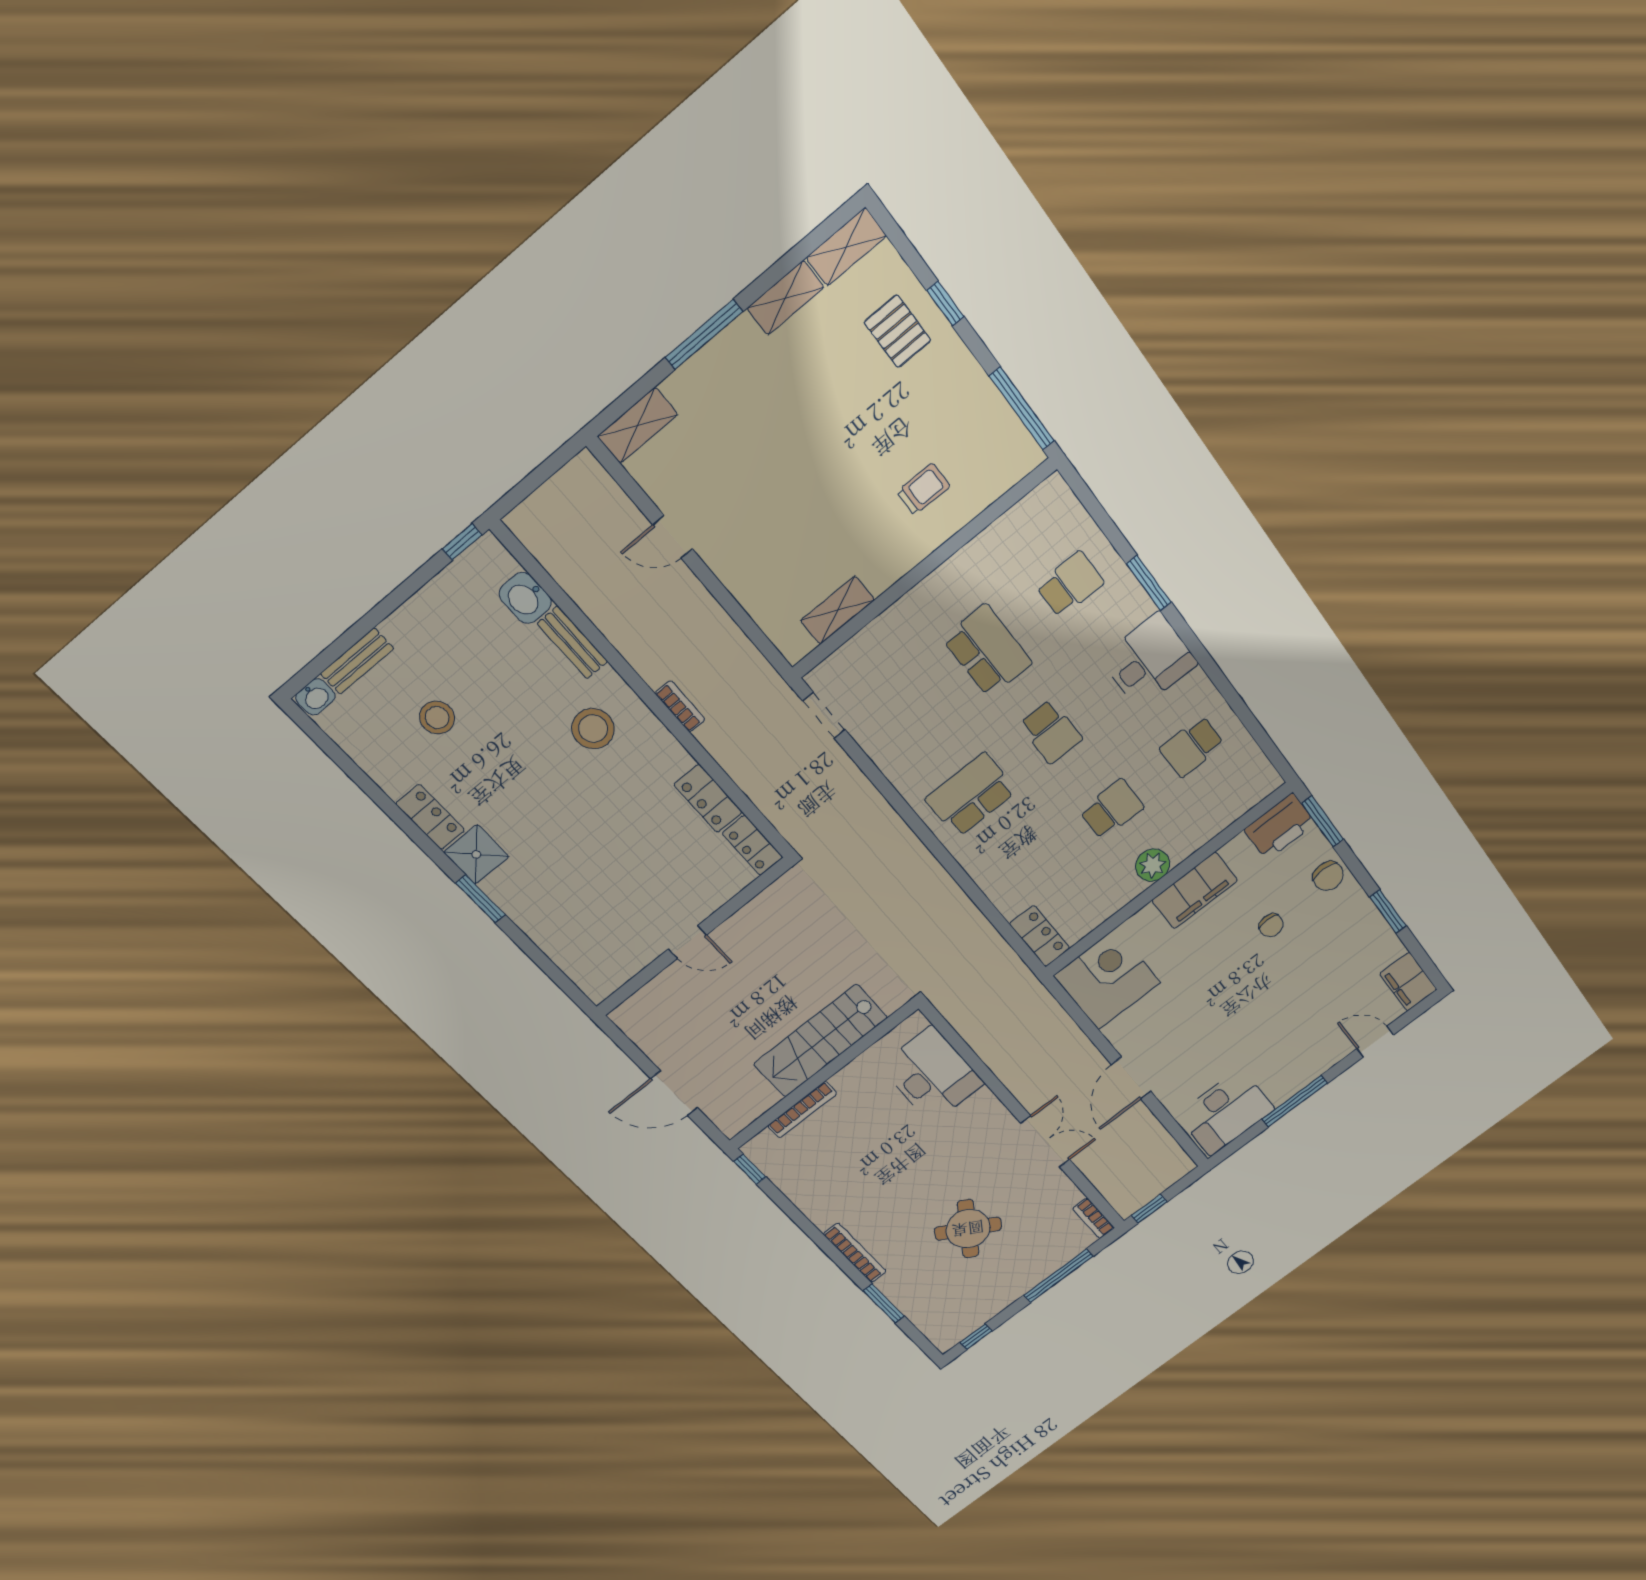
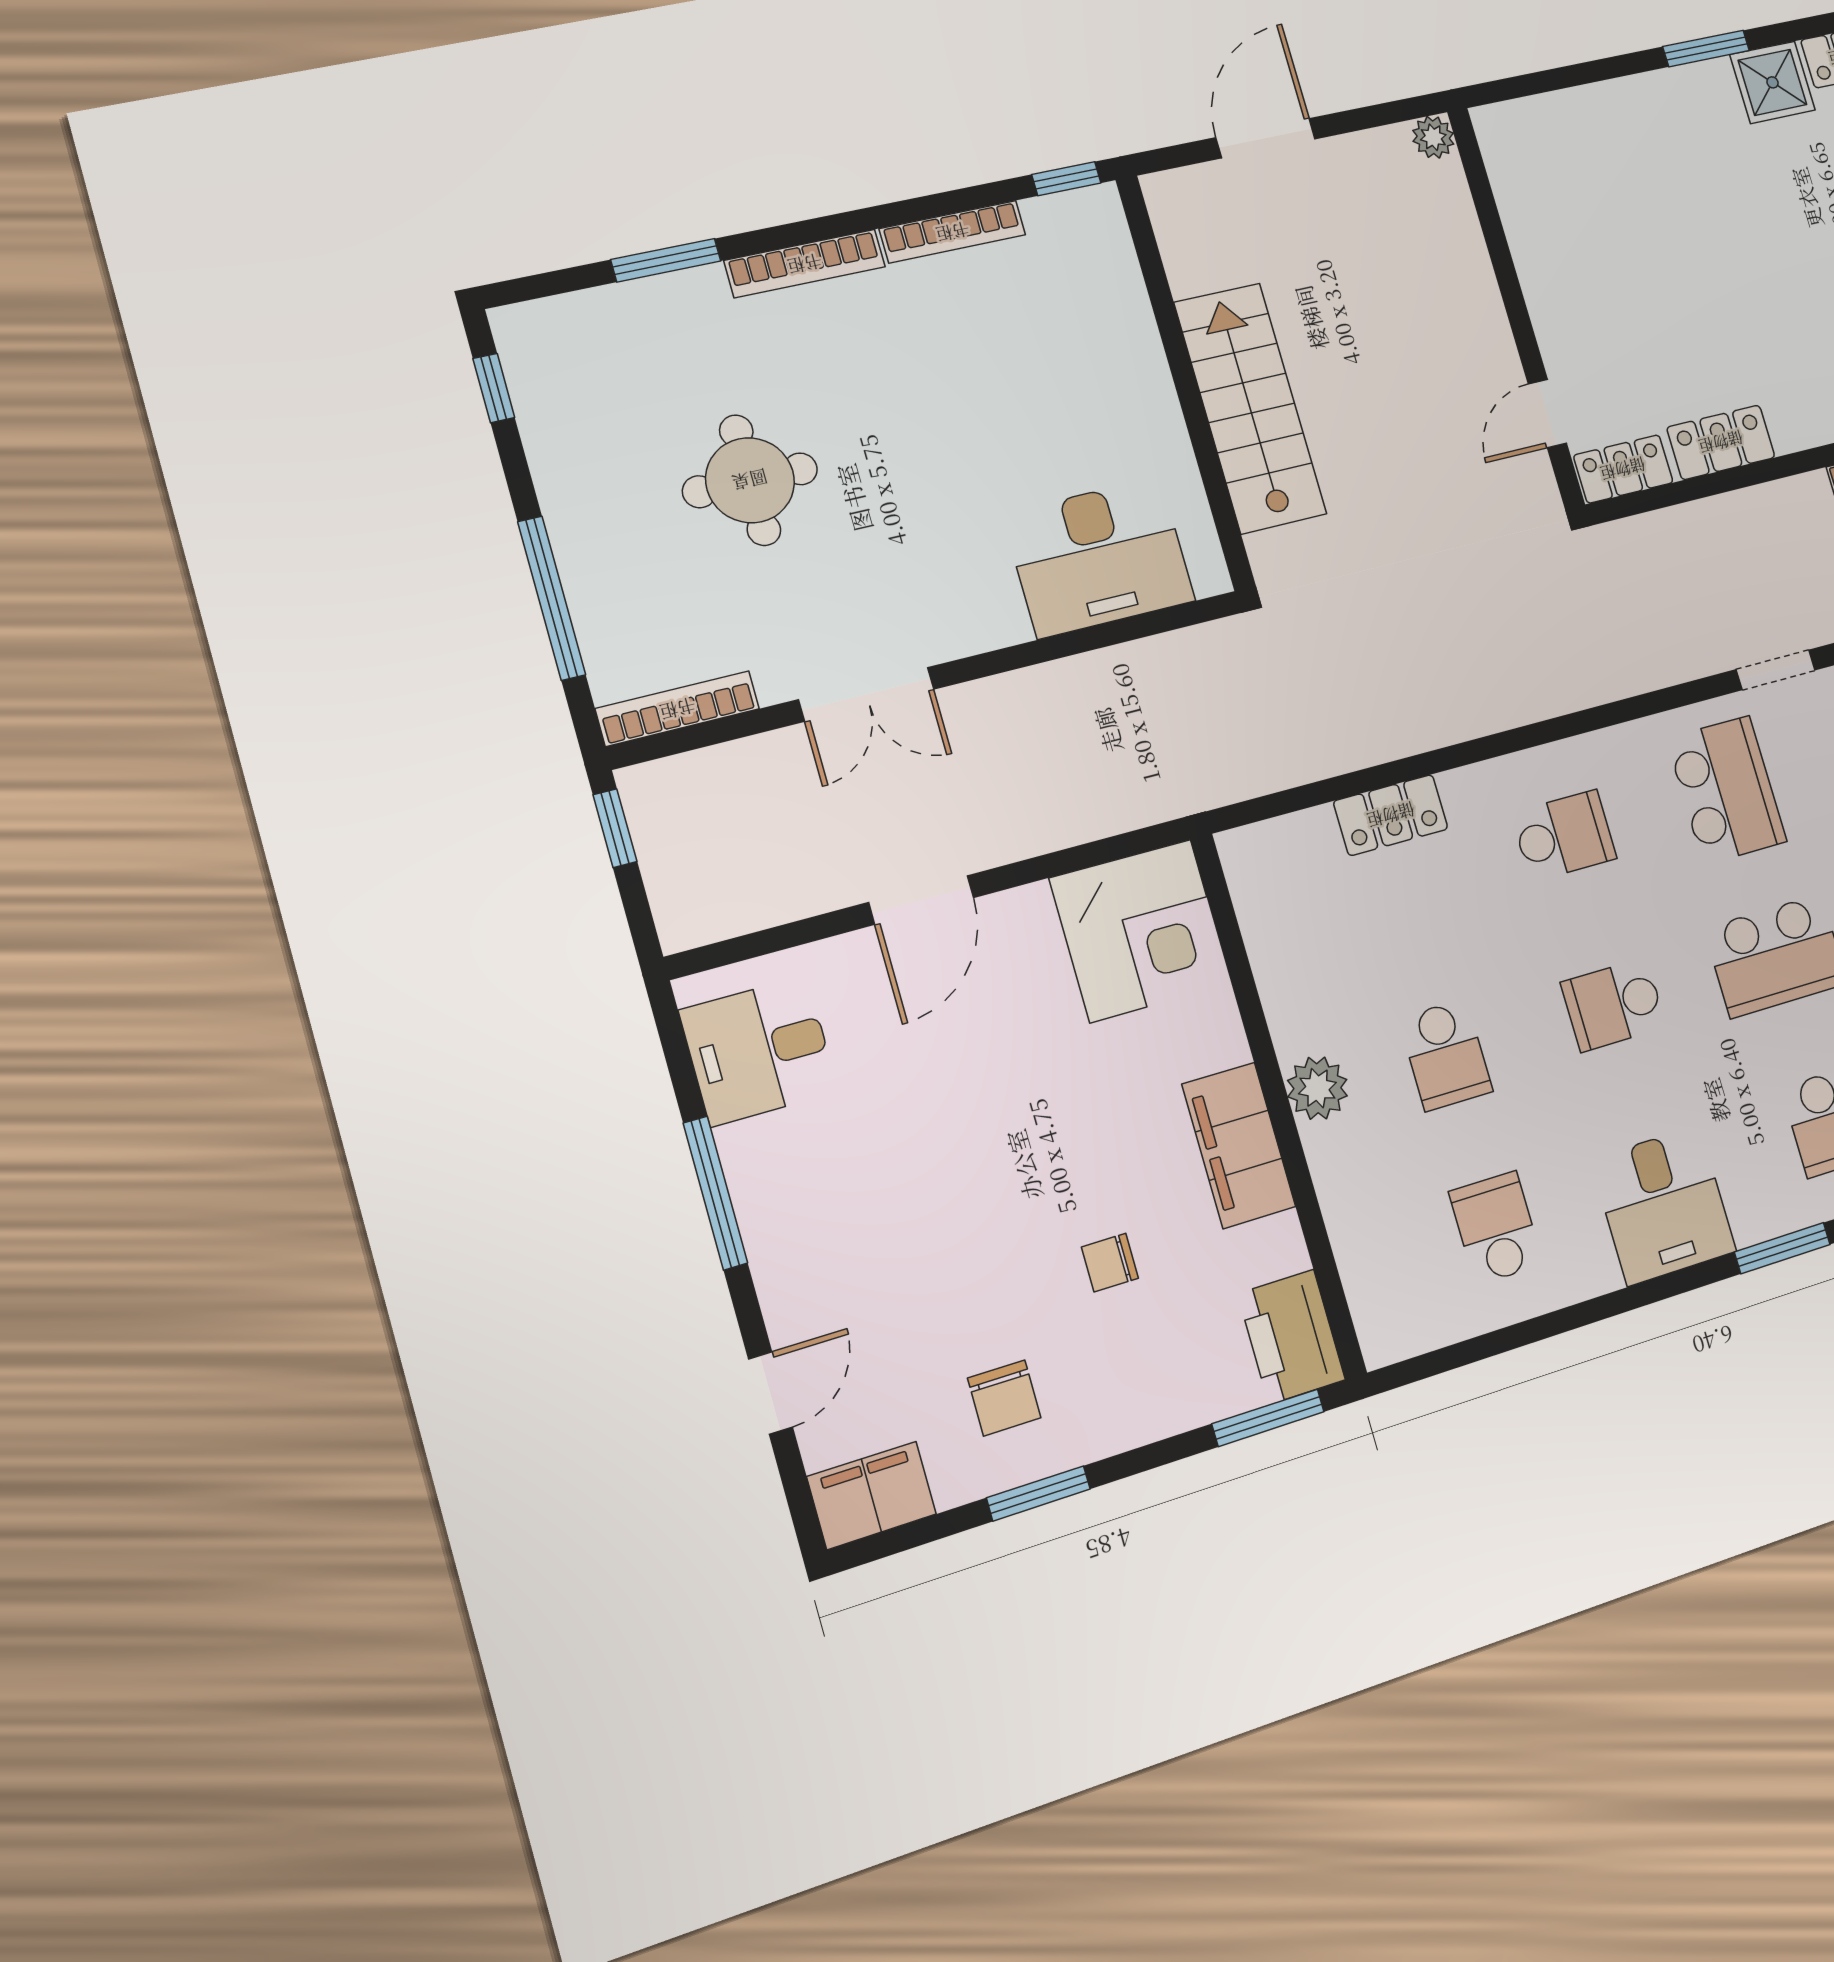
school desk: (906, 716) -> (1727, 790), added
school desk: (971, 795) -> (1564, 836), width x0.54
chair: (1328, 876) -> (1004, 1398), moved, turned -90
locker: (1040, 936) -> (1391, 815), moved
door: (687, 942) -> (1547, 414), moved
plant: (624, 1016) -> (1433, 137), added
door: (1131, 1078) -> (921, 900), swing flipped
bookcase: (802, 1110) -> (953, 232), moved, turned -90
desk: (1226, 1112) -> (759, 1051), width x0.73
bookcase: (1093, 1218) -> (678, 709), width x1.56
round table: (968, 1229) -> (750, 480), turned -32

